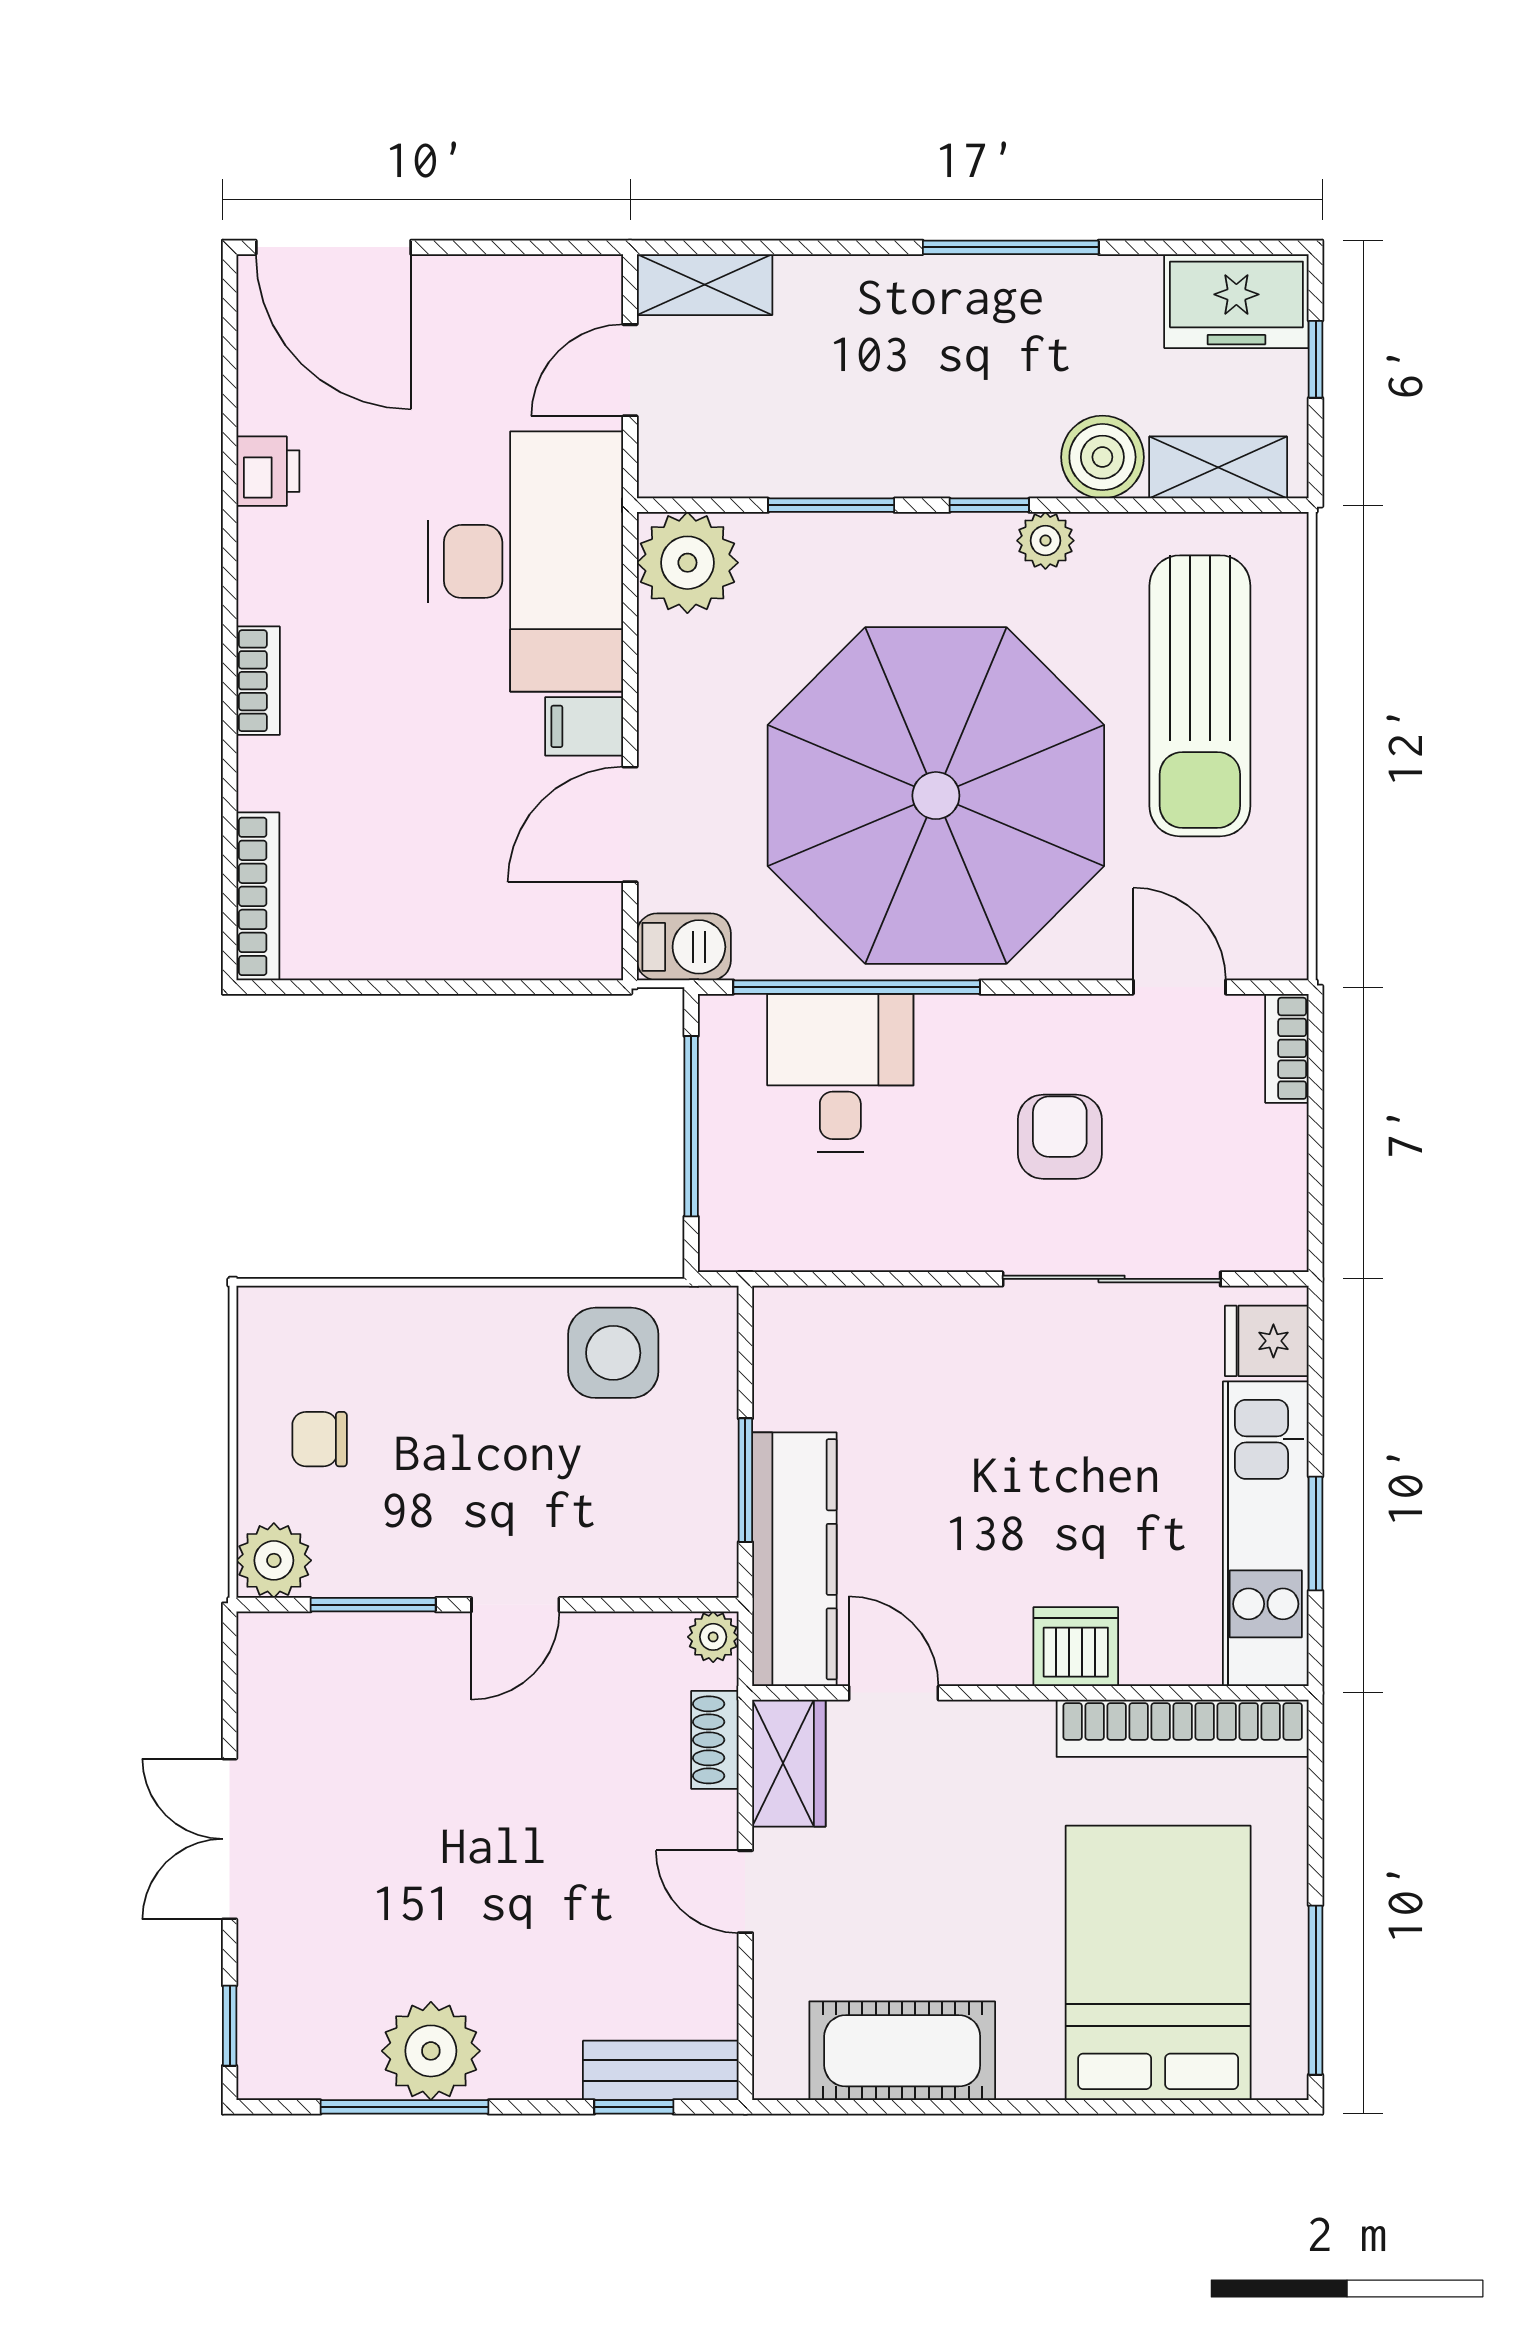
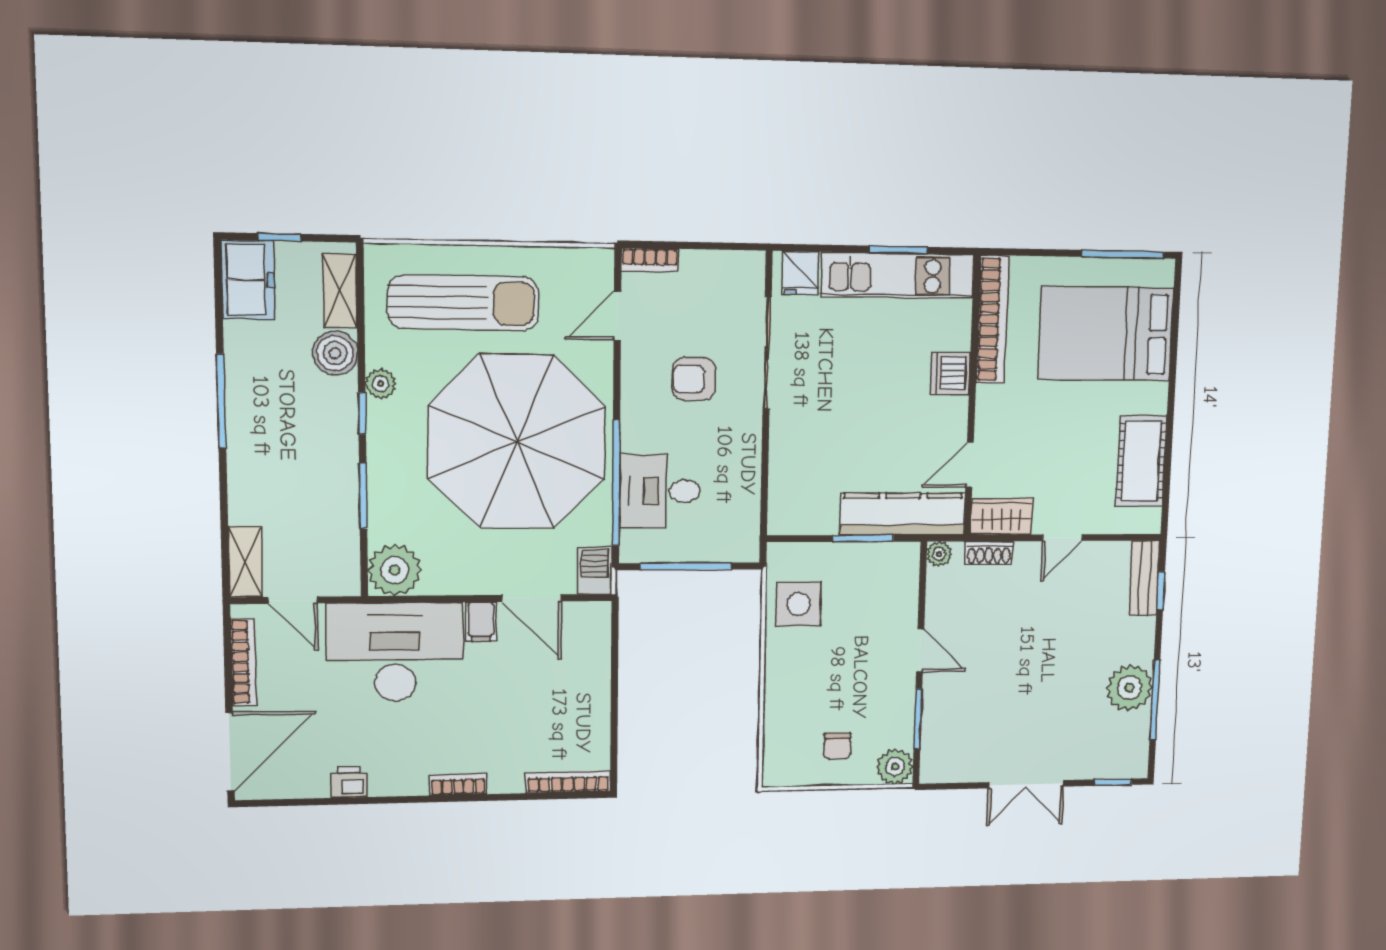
bookcase: (510, 276) -> (243, 662), added

